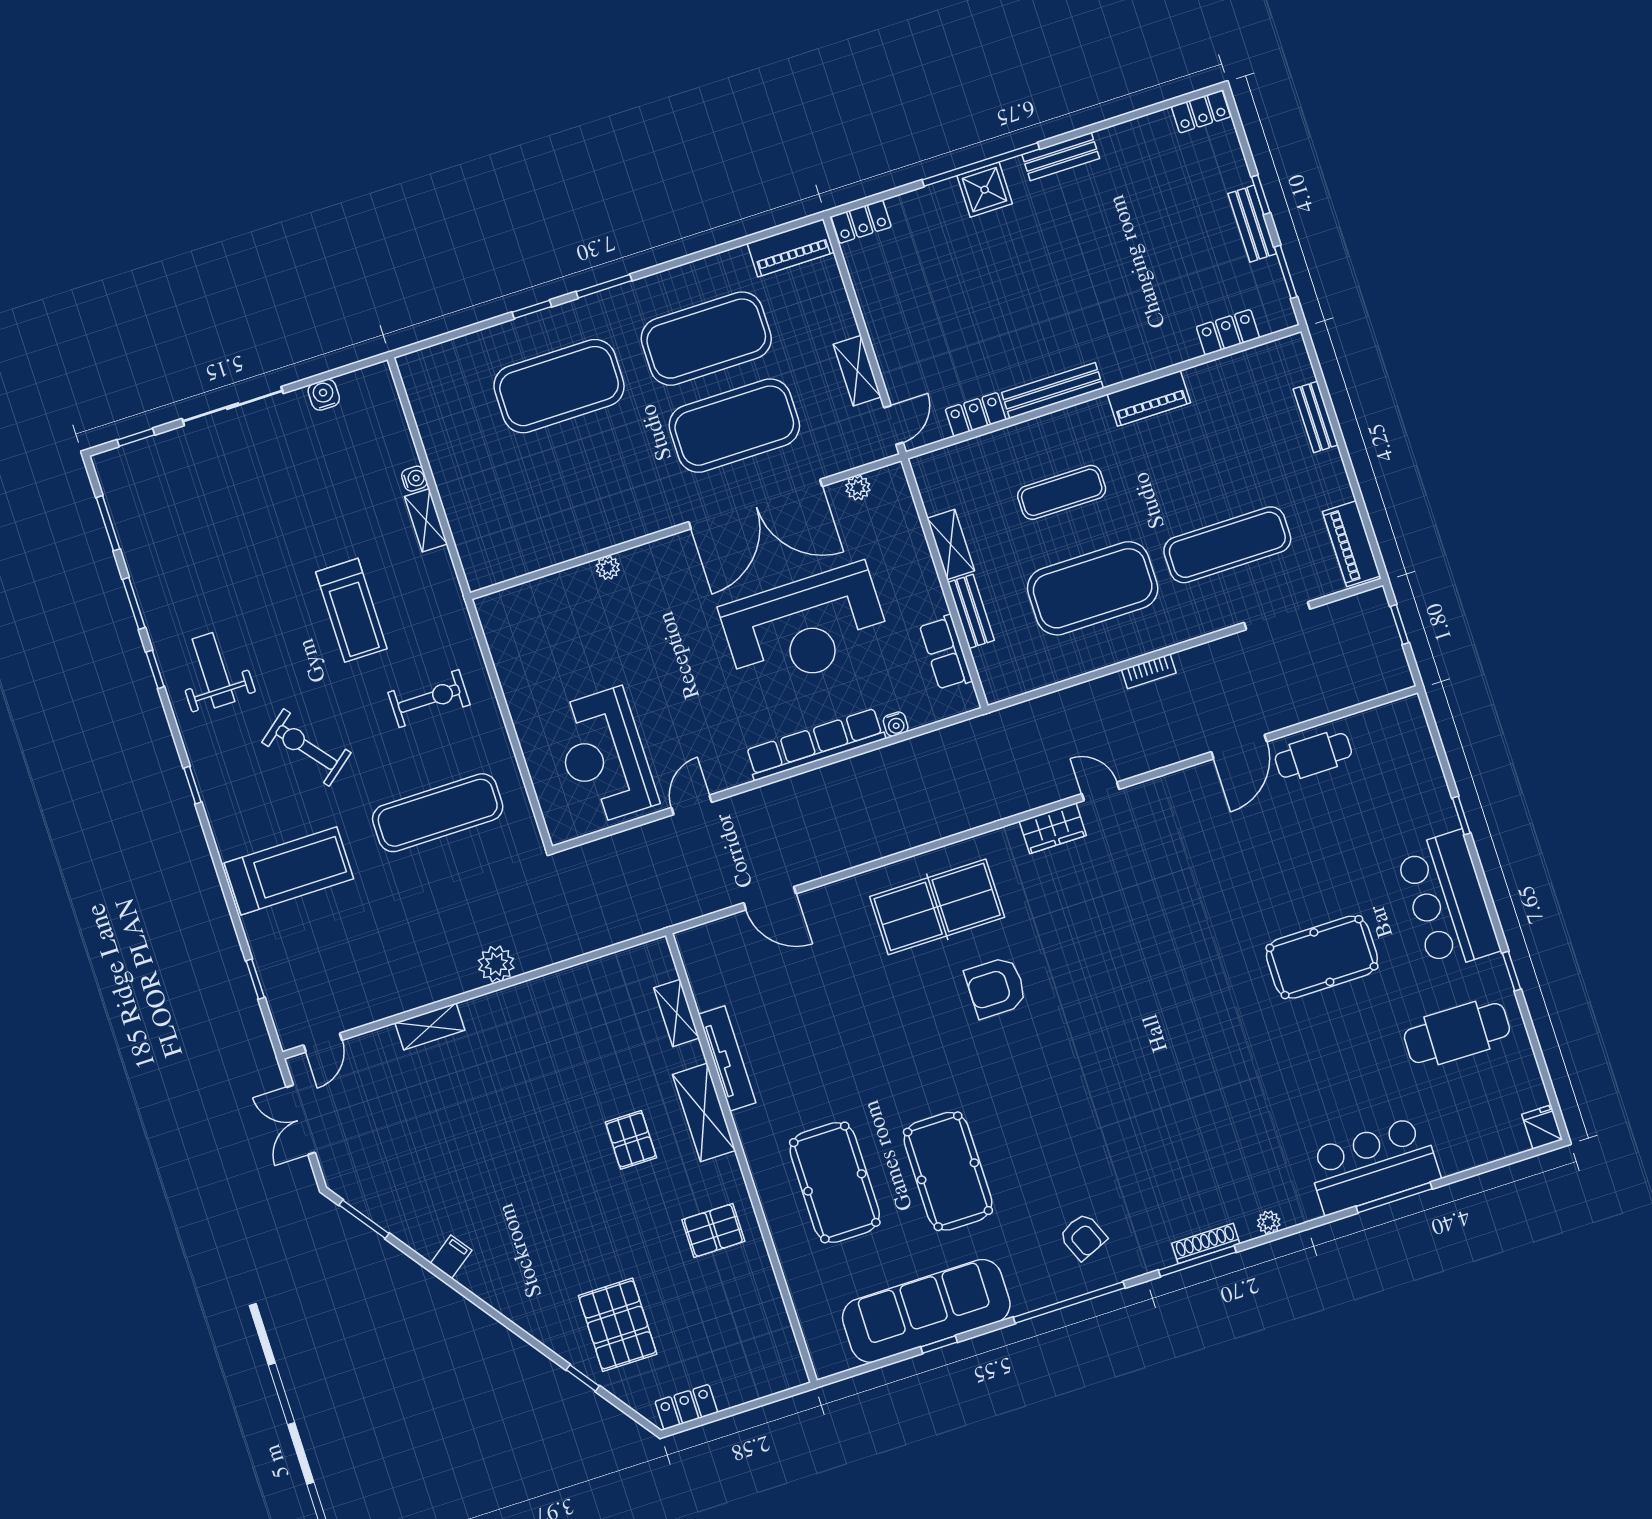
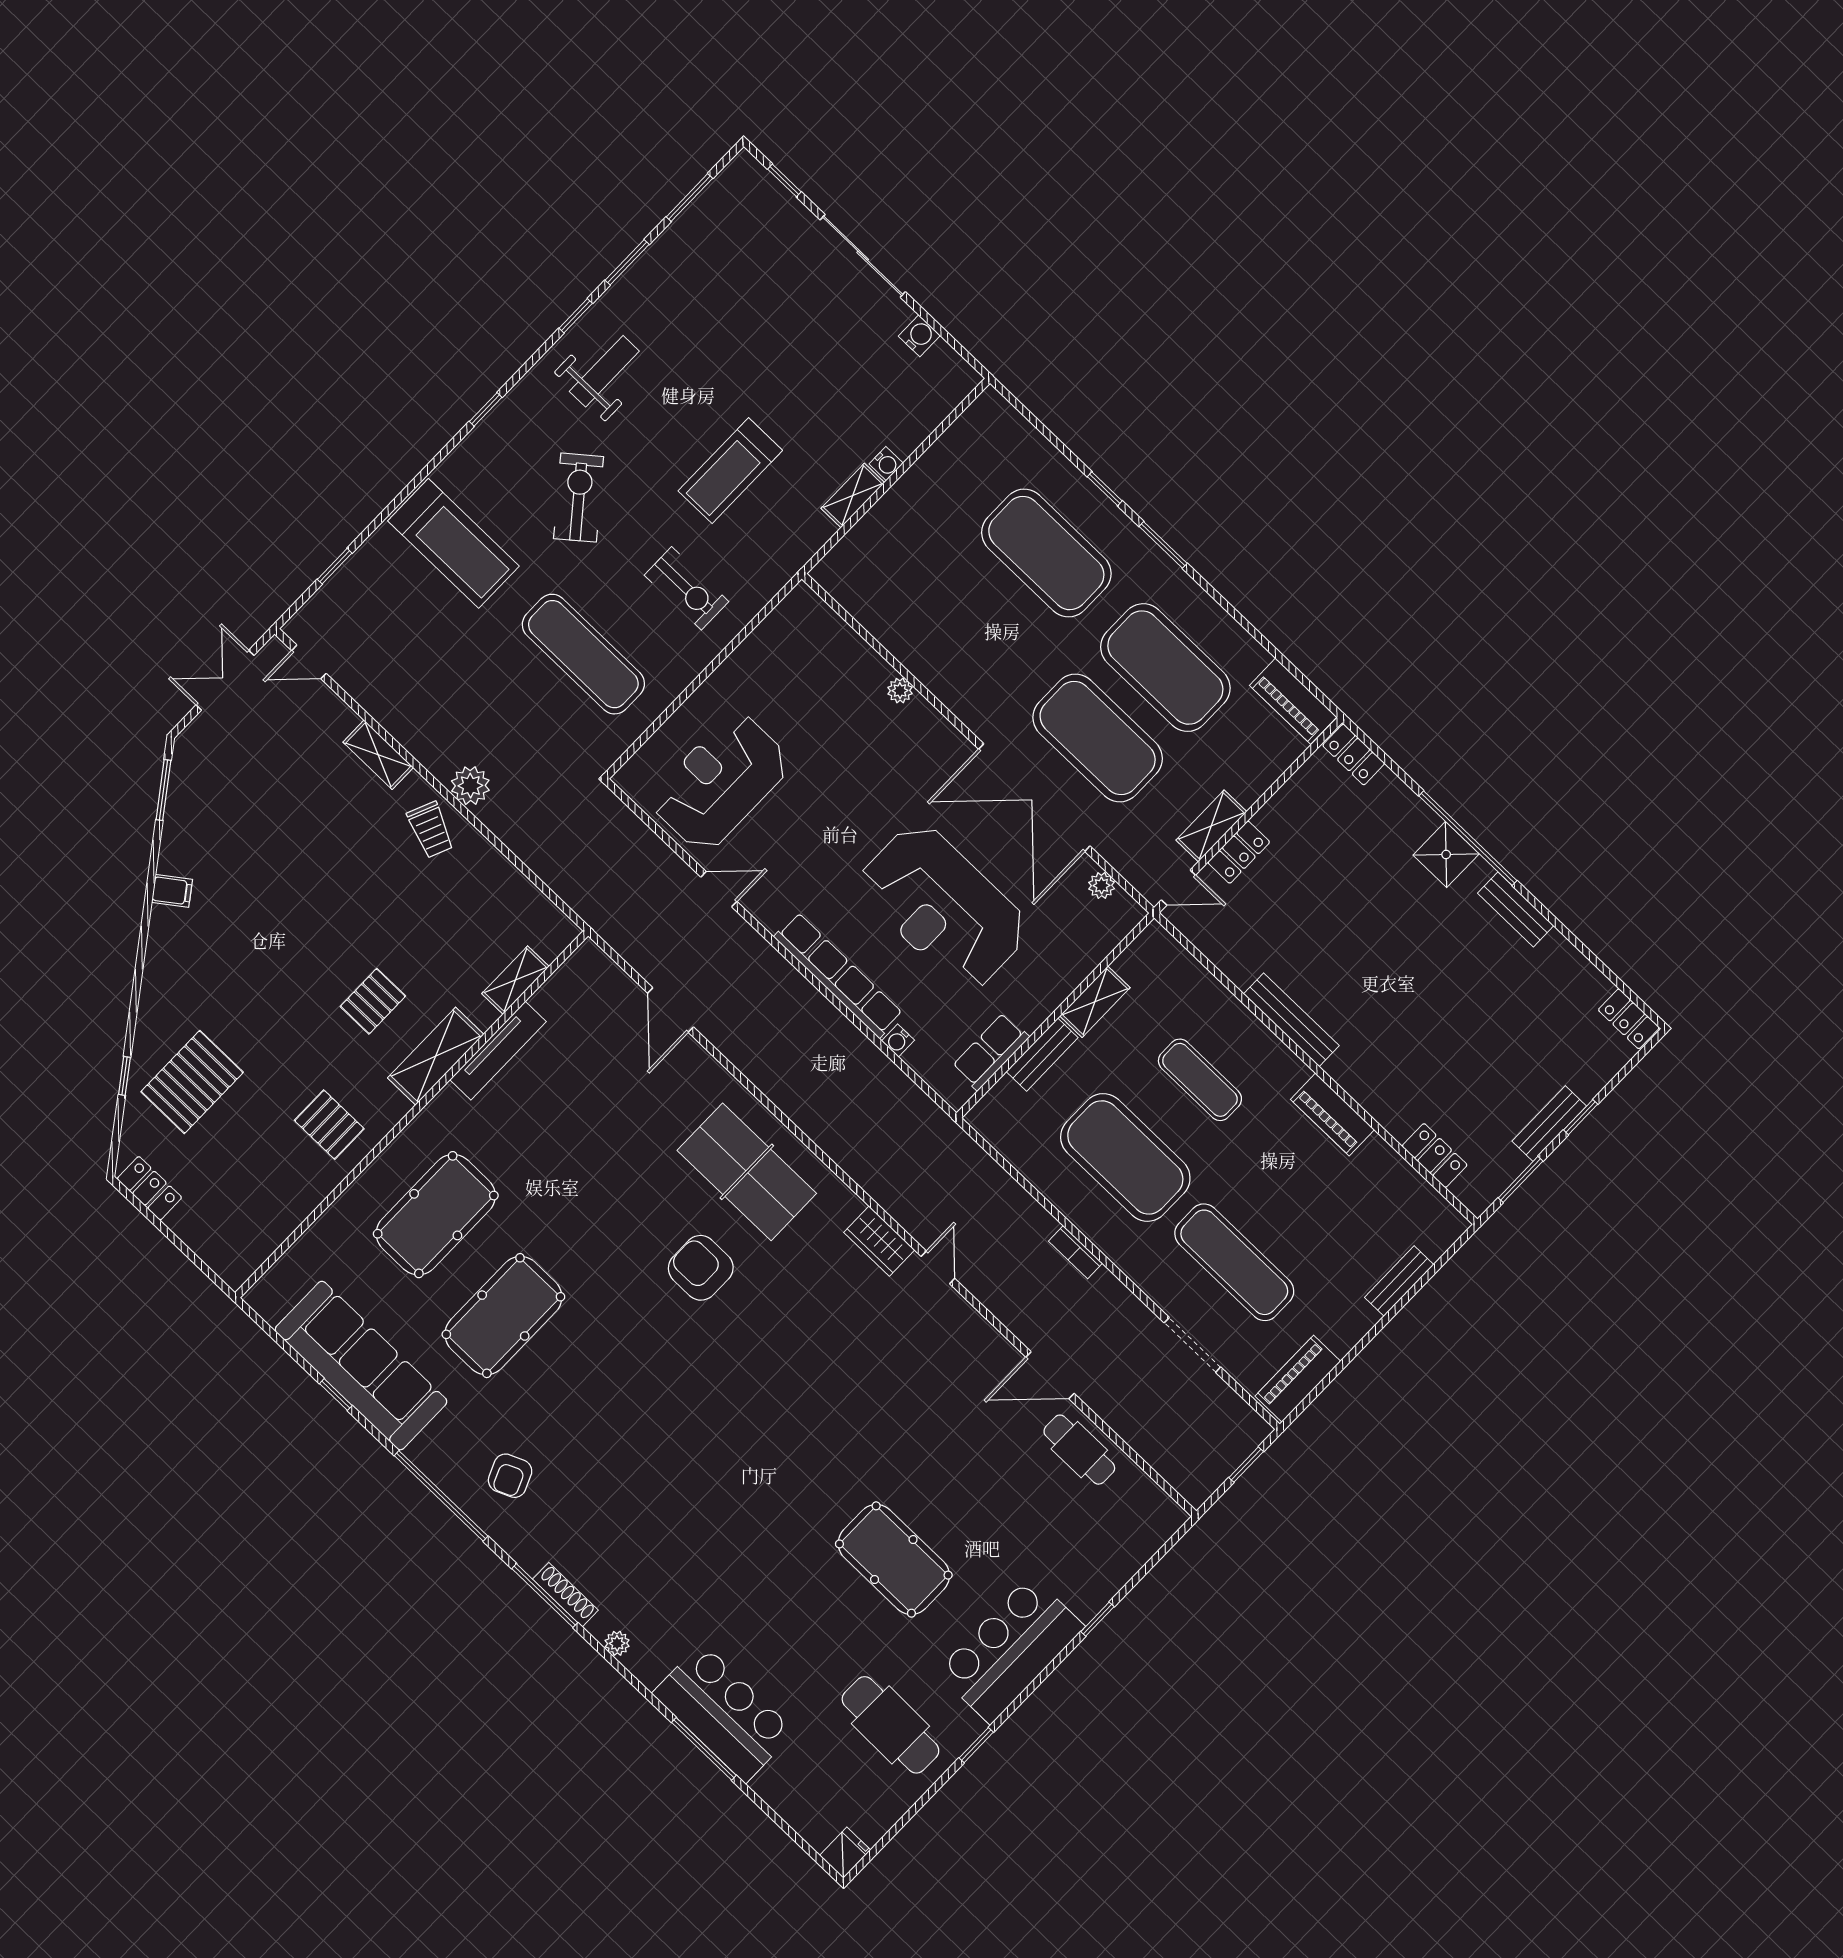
locker: (976, 414) -> (1239, 852), moved, turned 90
trolley: (515, 1016) -> (431, 830), added

